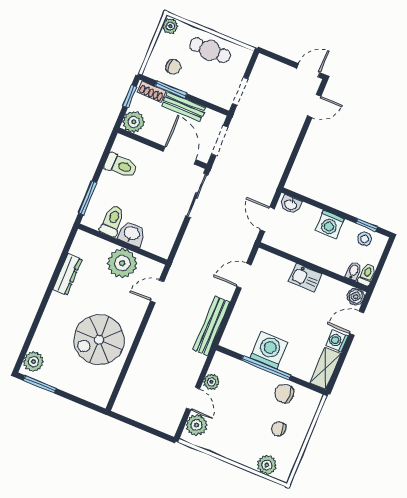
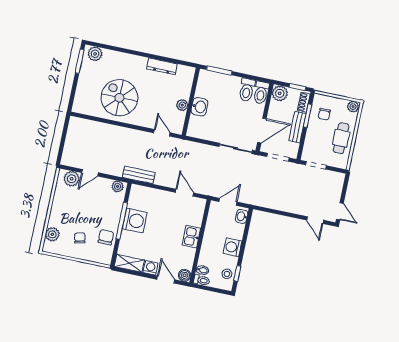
toilet: (112, 221) -> (261, 93), moved, turned 90
plant: (122, 263) -> (182, 105), width x0.53, depth x0.53
bench: (211, 326) -> (139, 175), width x0.73
plant: (211, 382) -> (118, 186), moved

